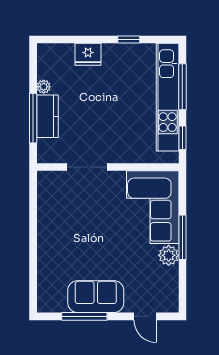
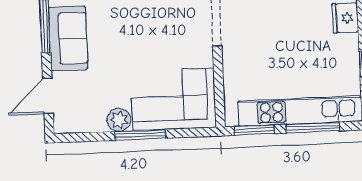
window: (182, 138) -> (254, 130), width x1.50
door: (145, 316) -> (48, 96), width x1.38

